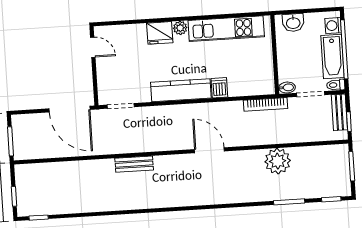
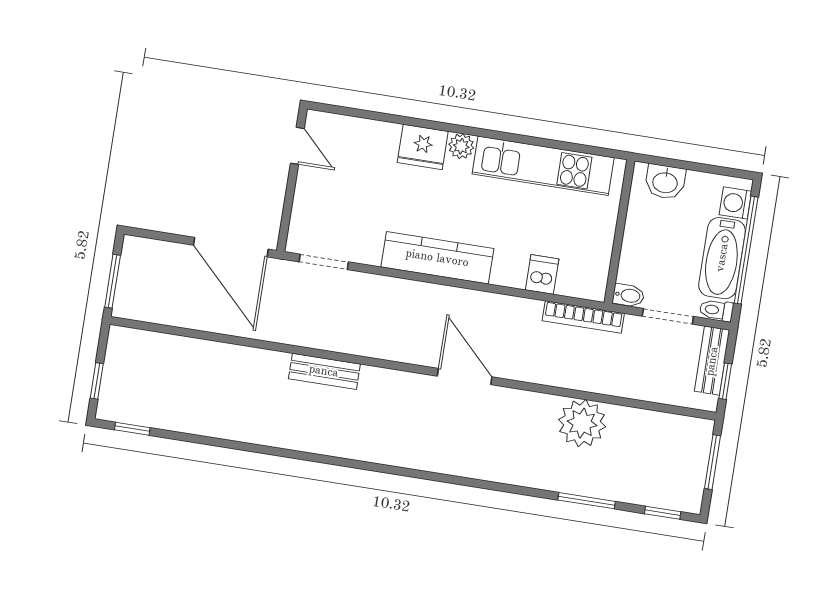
dishwasher: (219, 88) -> (542, 274), moved

